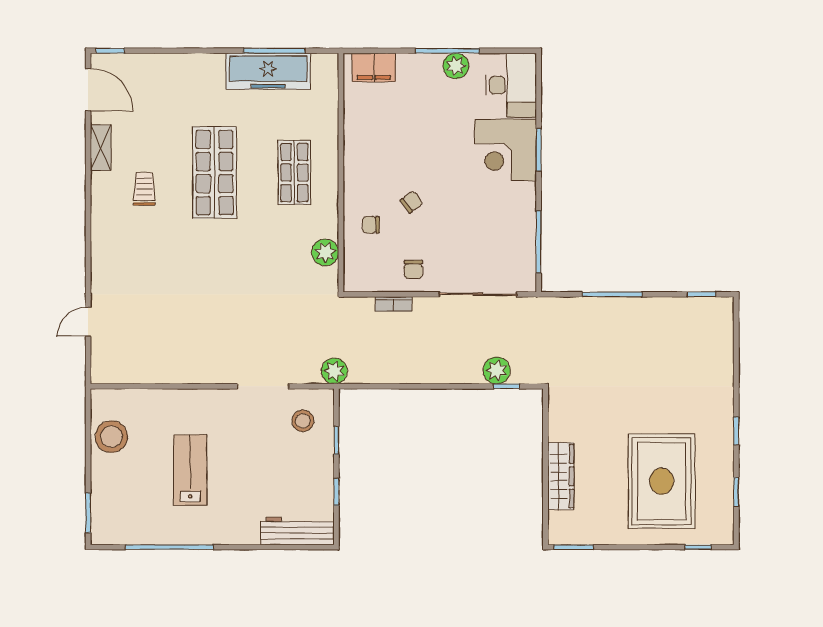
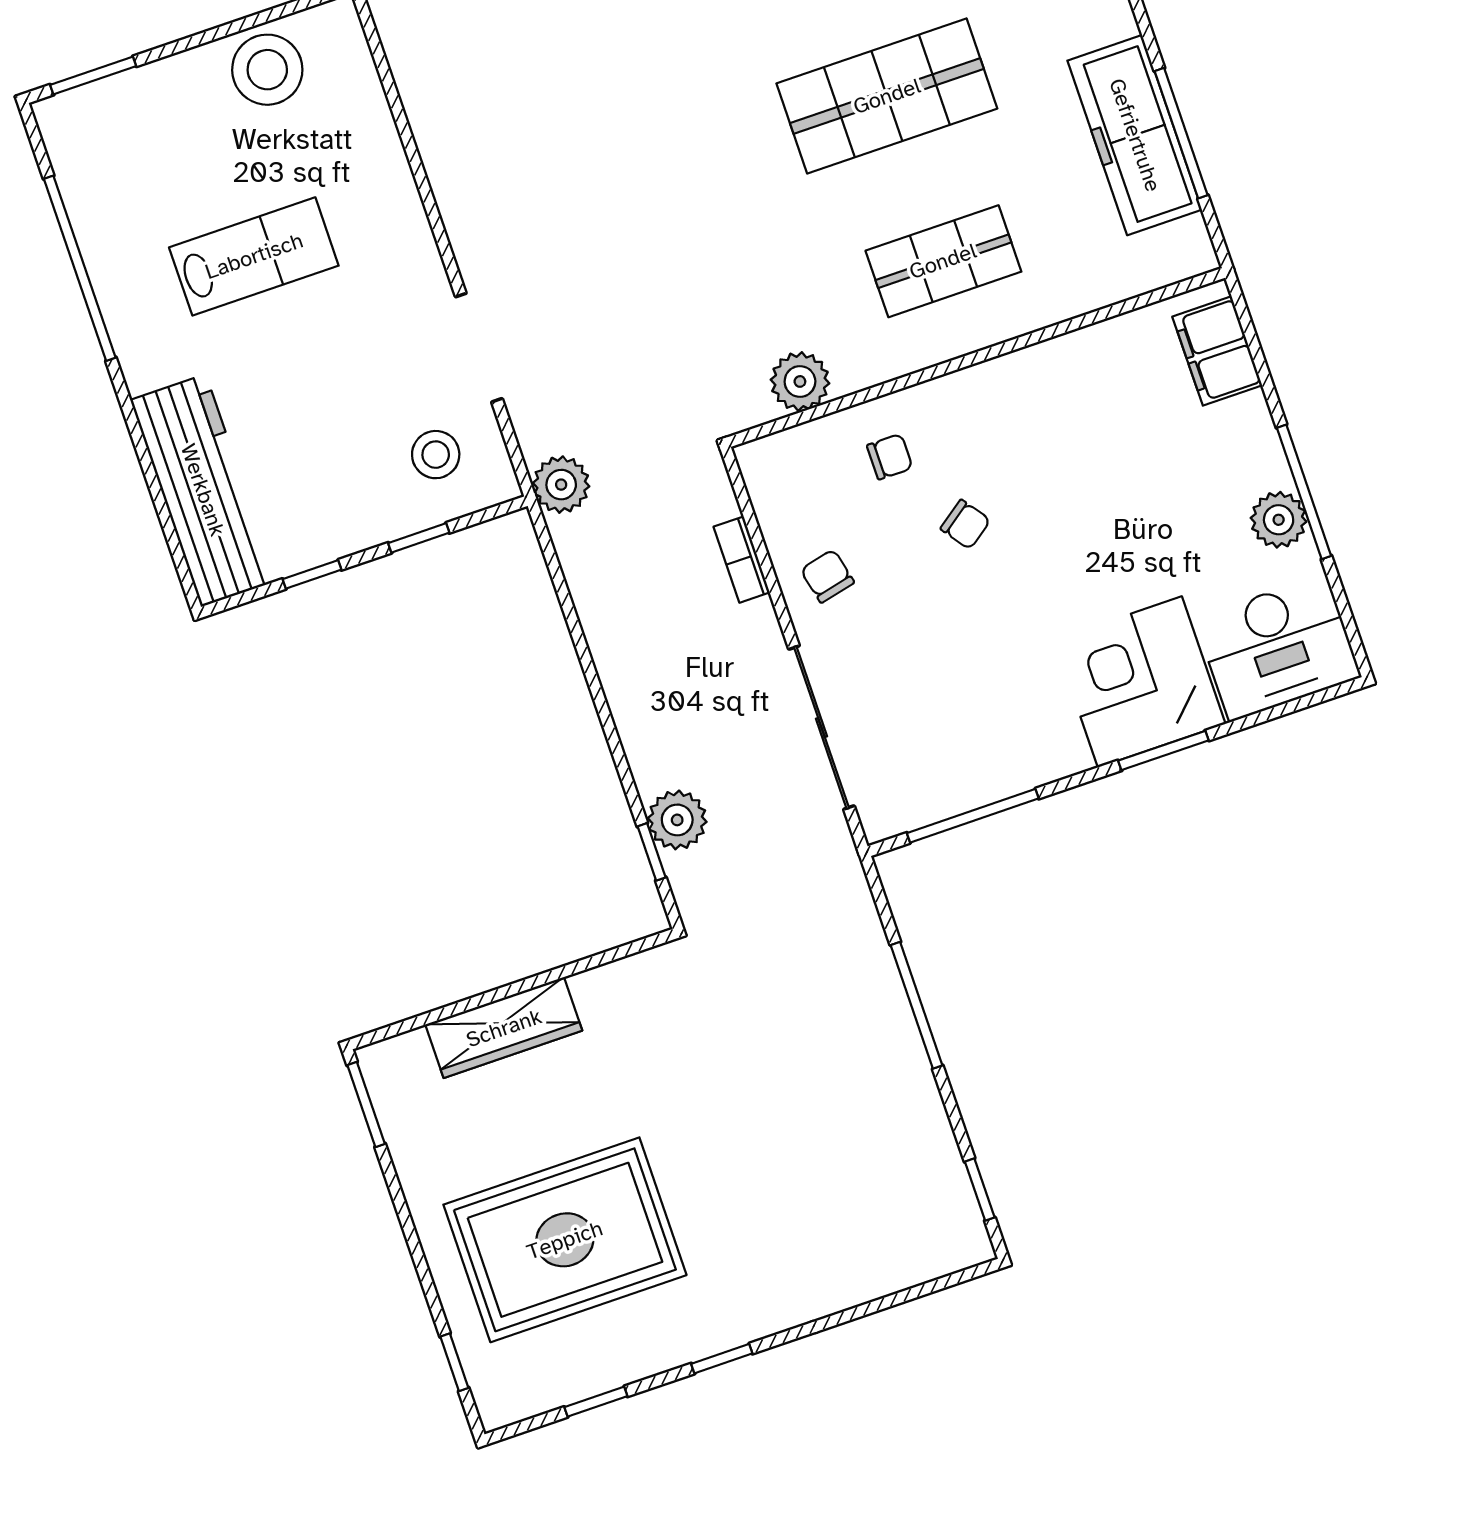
chair: (371, 225) -> (890, 457), turned 90
chair: (413, 269) -> (827, 576), turned 77
workbench: (297, 531) -> (203, 490), width x1.36, depth x1.32

